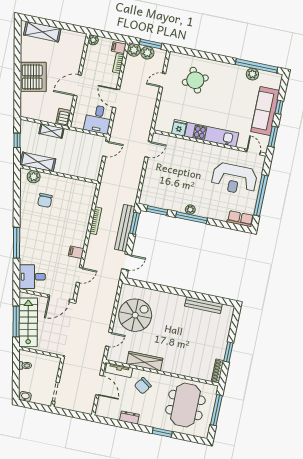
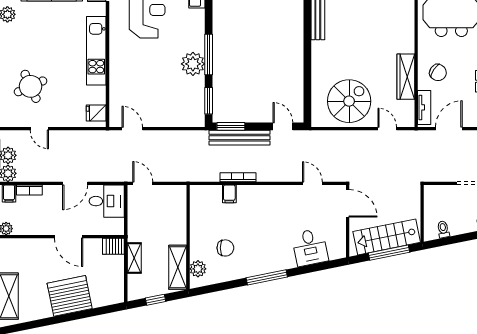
fridge: (179, 128) -> (96, 113), moved
plant: (190, 210) -> (193, 64), width x1.88, depth x1.88
window: (17, 243) -> (267, 277), moved
filing cabinet: (76, 252) -> (229, 194), moved
desk: (32, 277) -> (310, 247), moved
spiral stairs: (135, 315) -> (349, 101), turned 90

